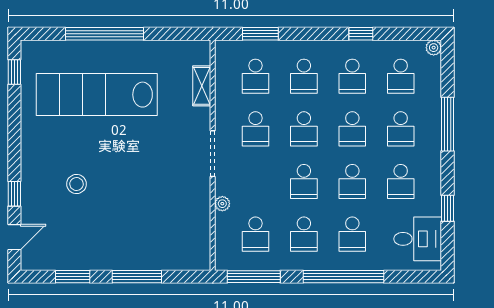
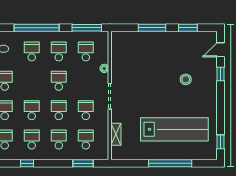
school desk: (352, 181) -> (32, 81), removed

